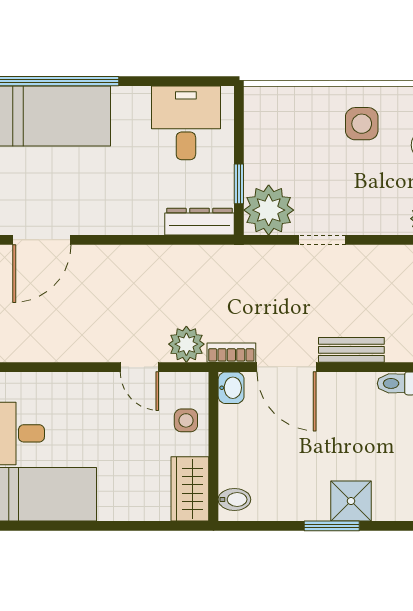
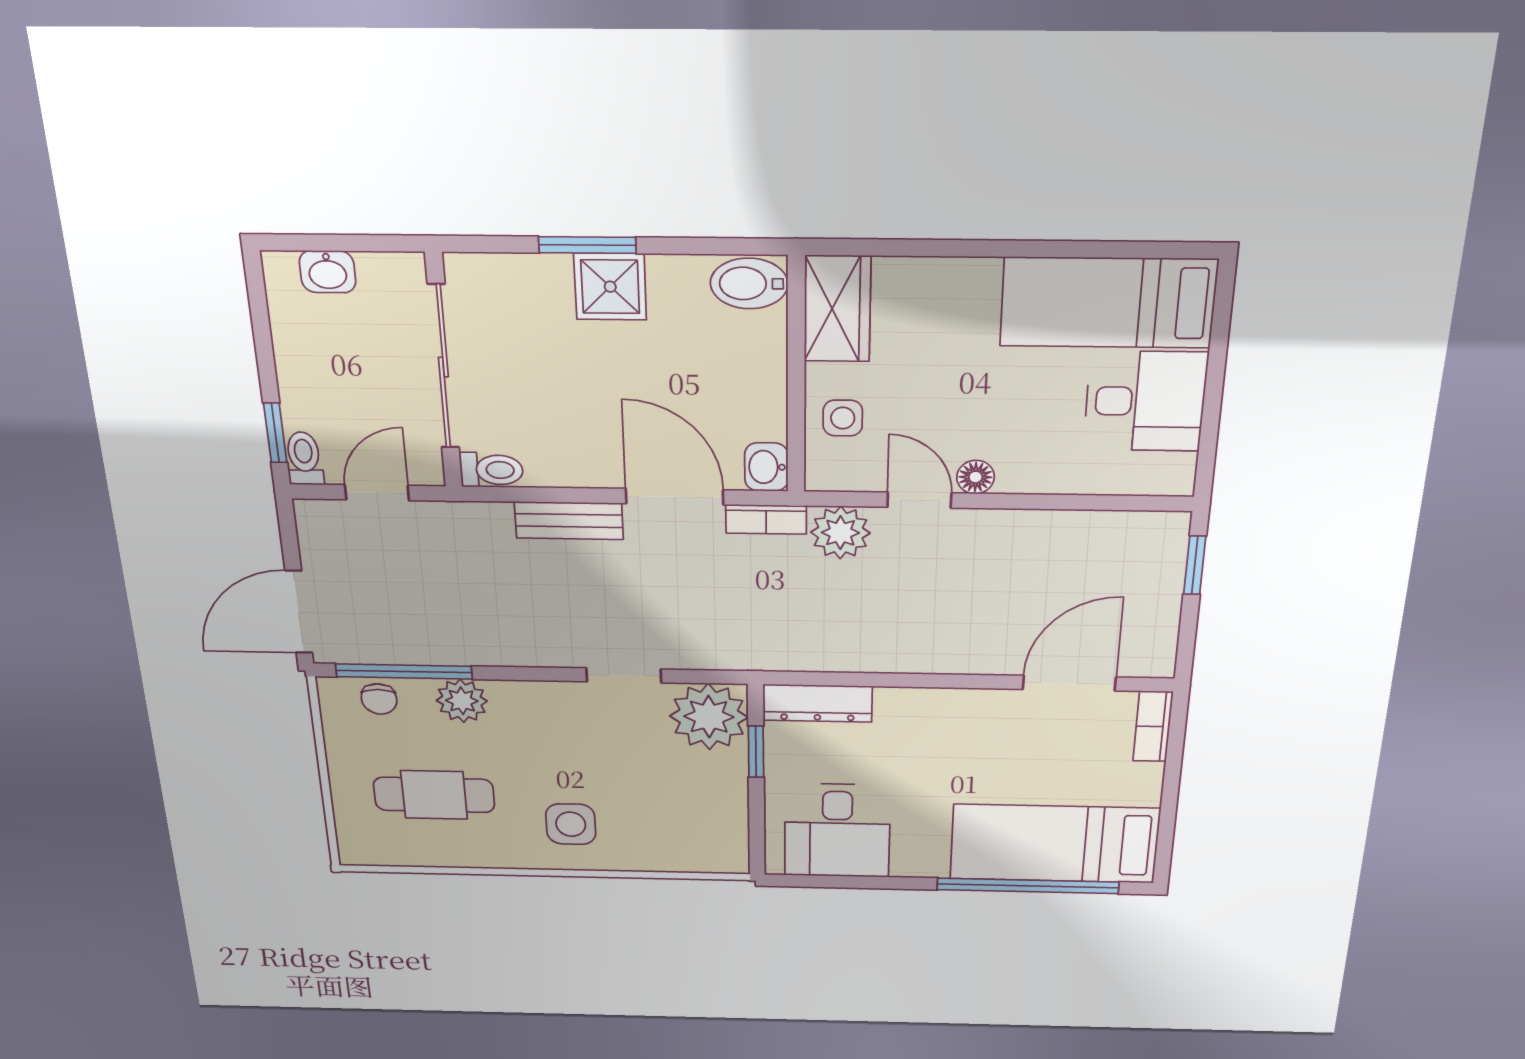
floor lamp: (107, 383) -> (976, 477), added
bidet: (234, 499) -> (749, 284), width x1.38, depth x1.36
shower: (351, 501) -> (610, 287), moved

